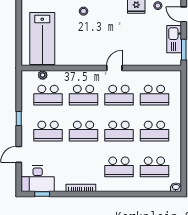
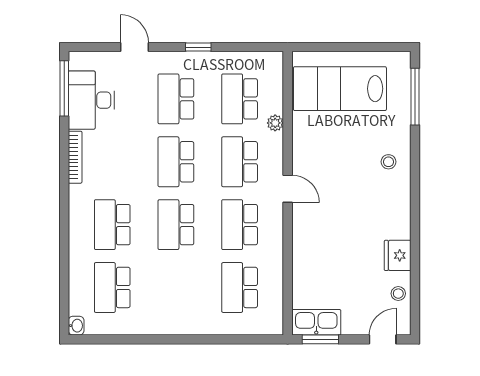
kitchen sink: (174, 39) -> (316, 322), moved
door: (114, 68) -> (288, 189), moved
plant: (43, 75) -> (275, 123), moved
school desk: (154, 131) -> (176, 287), removed
desk: (38, 179) -> (91, 100), moved
window: (42, 194) -> (64, 88), width x2.17

